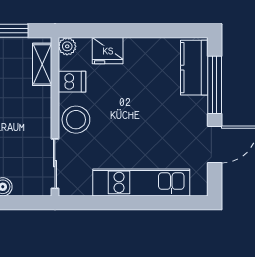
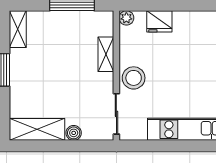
shelving: (42, 64) -> (106, 54), moved
dishwasher: (72, 82) -> (130, 47), removed

